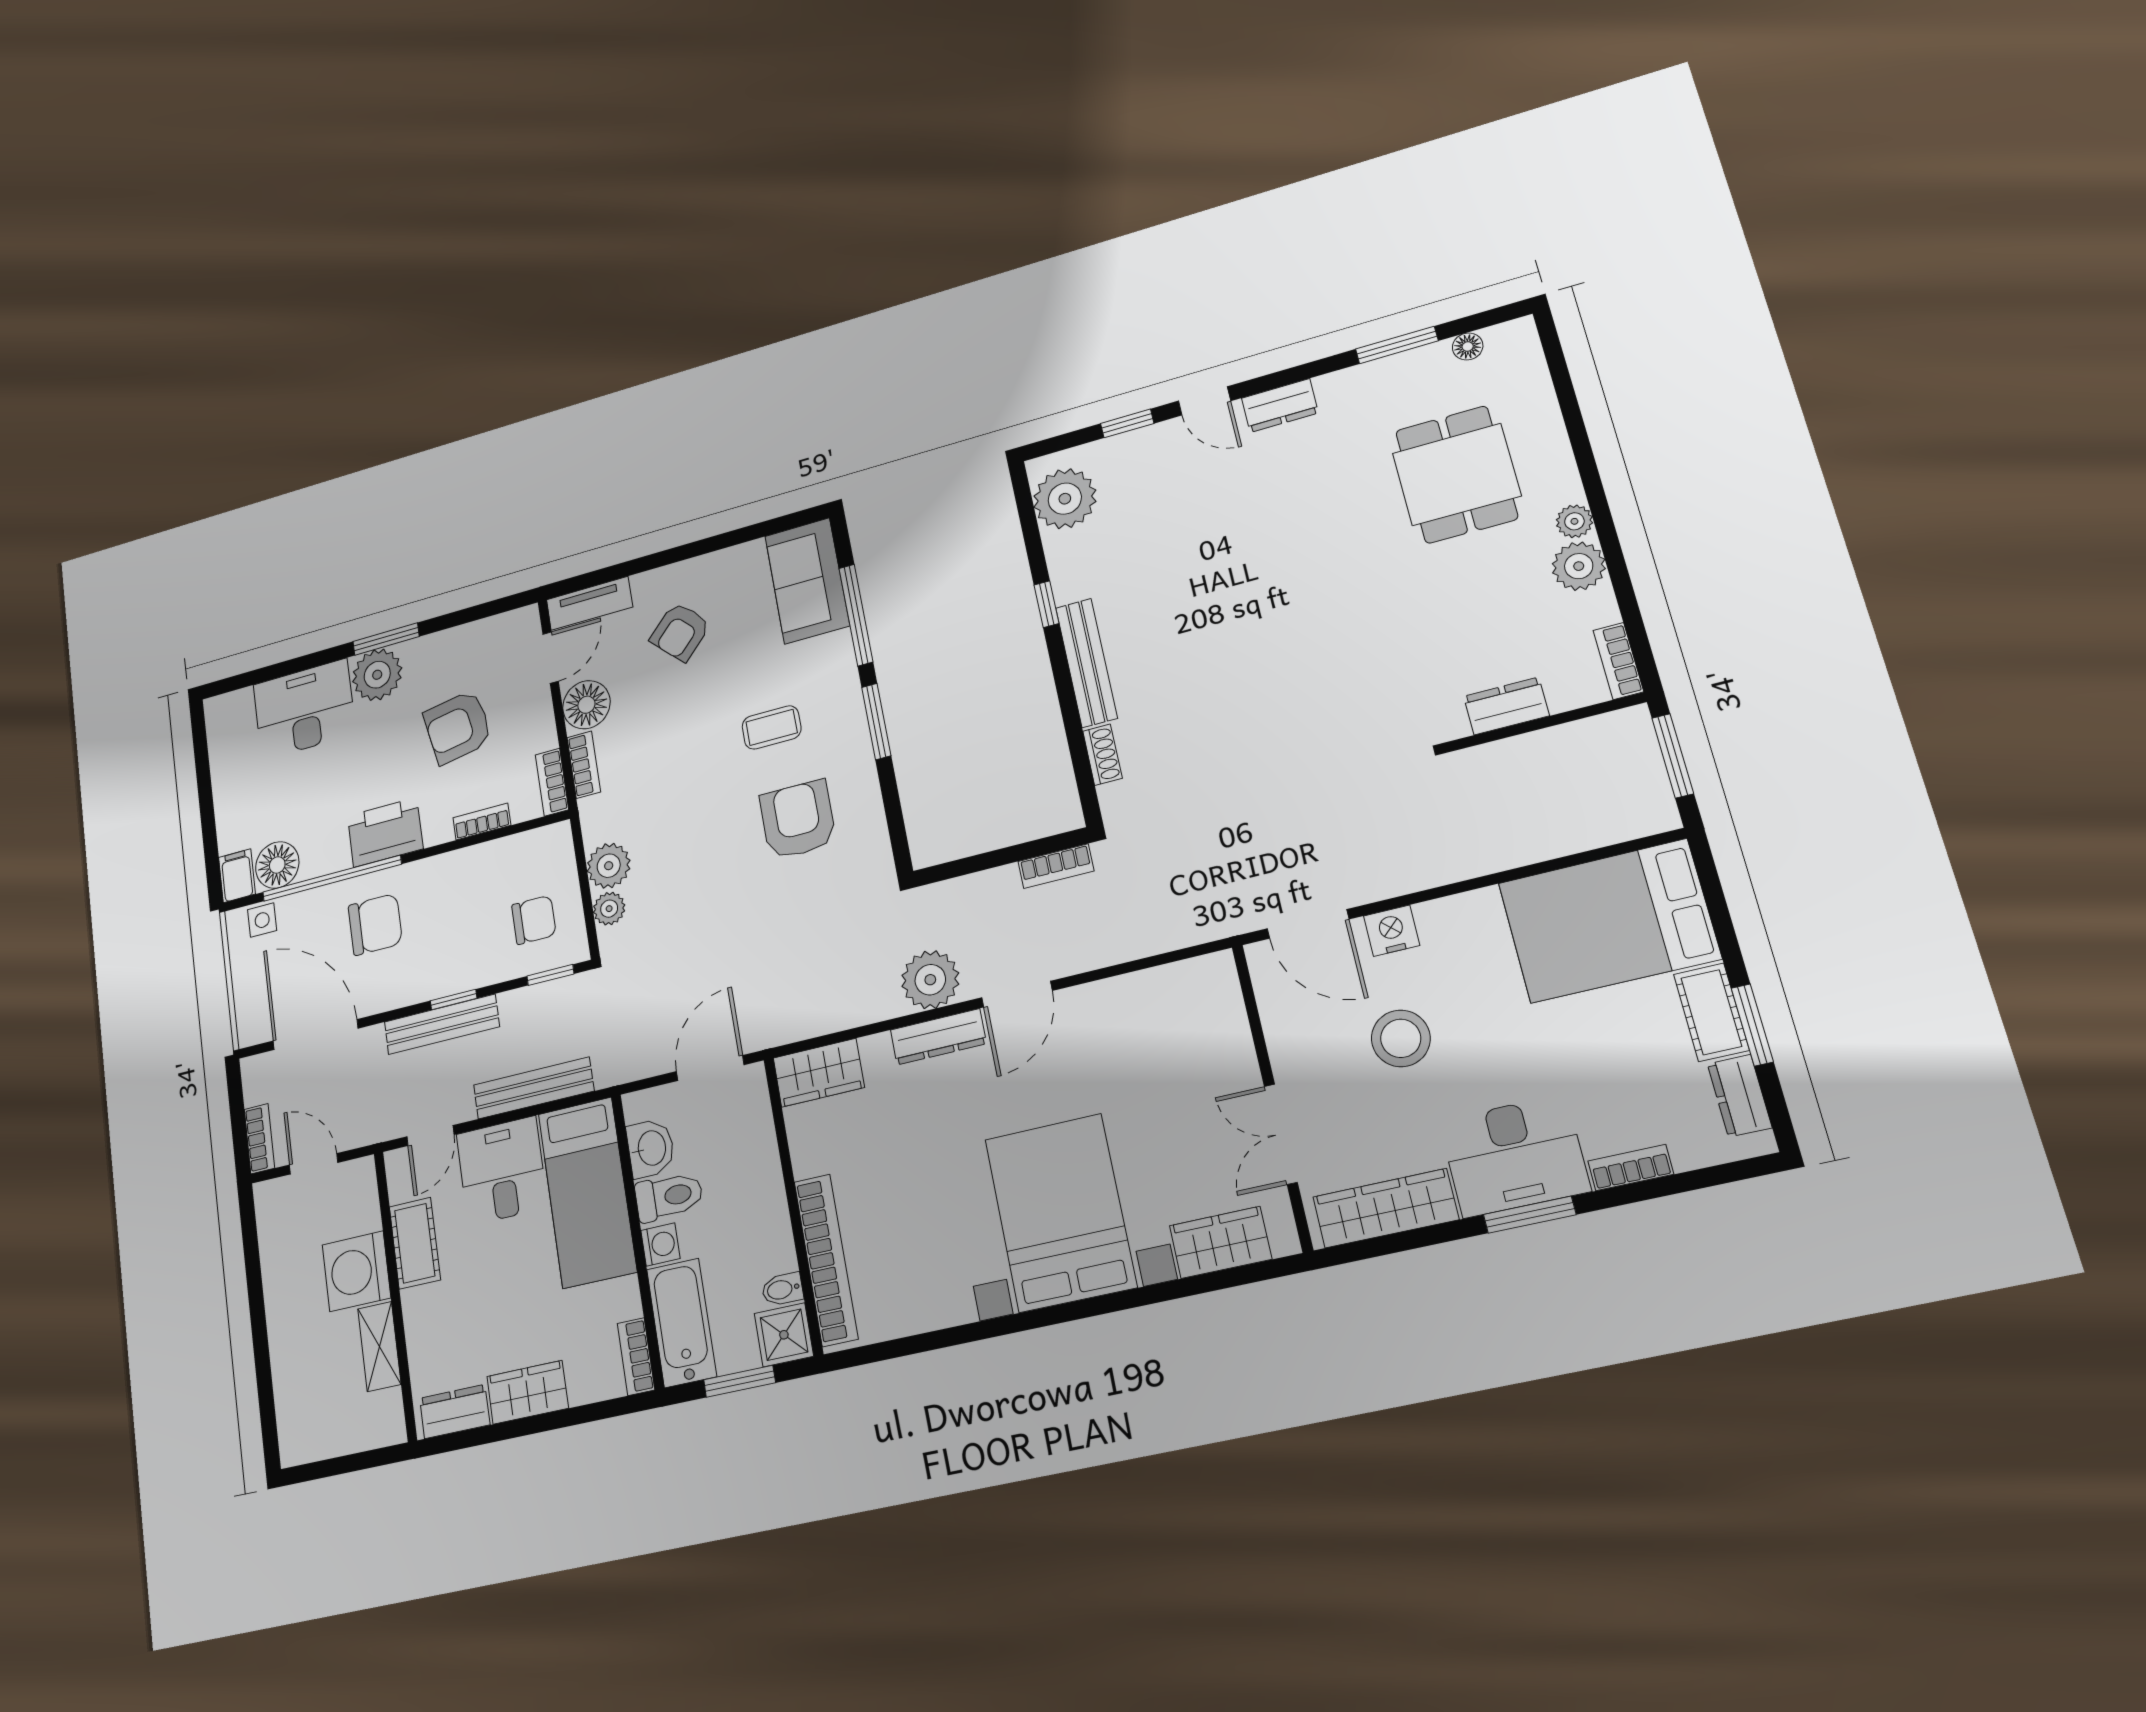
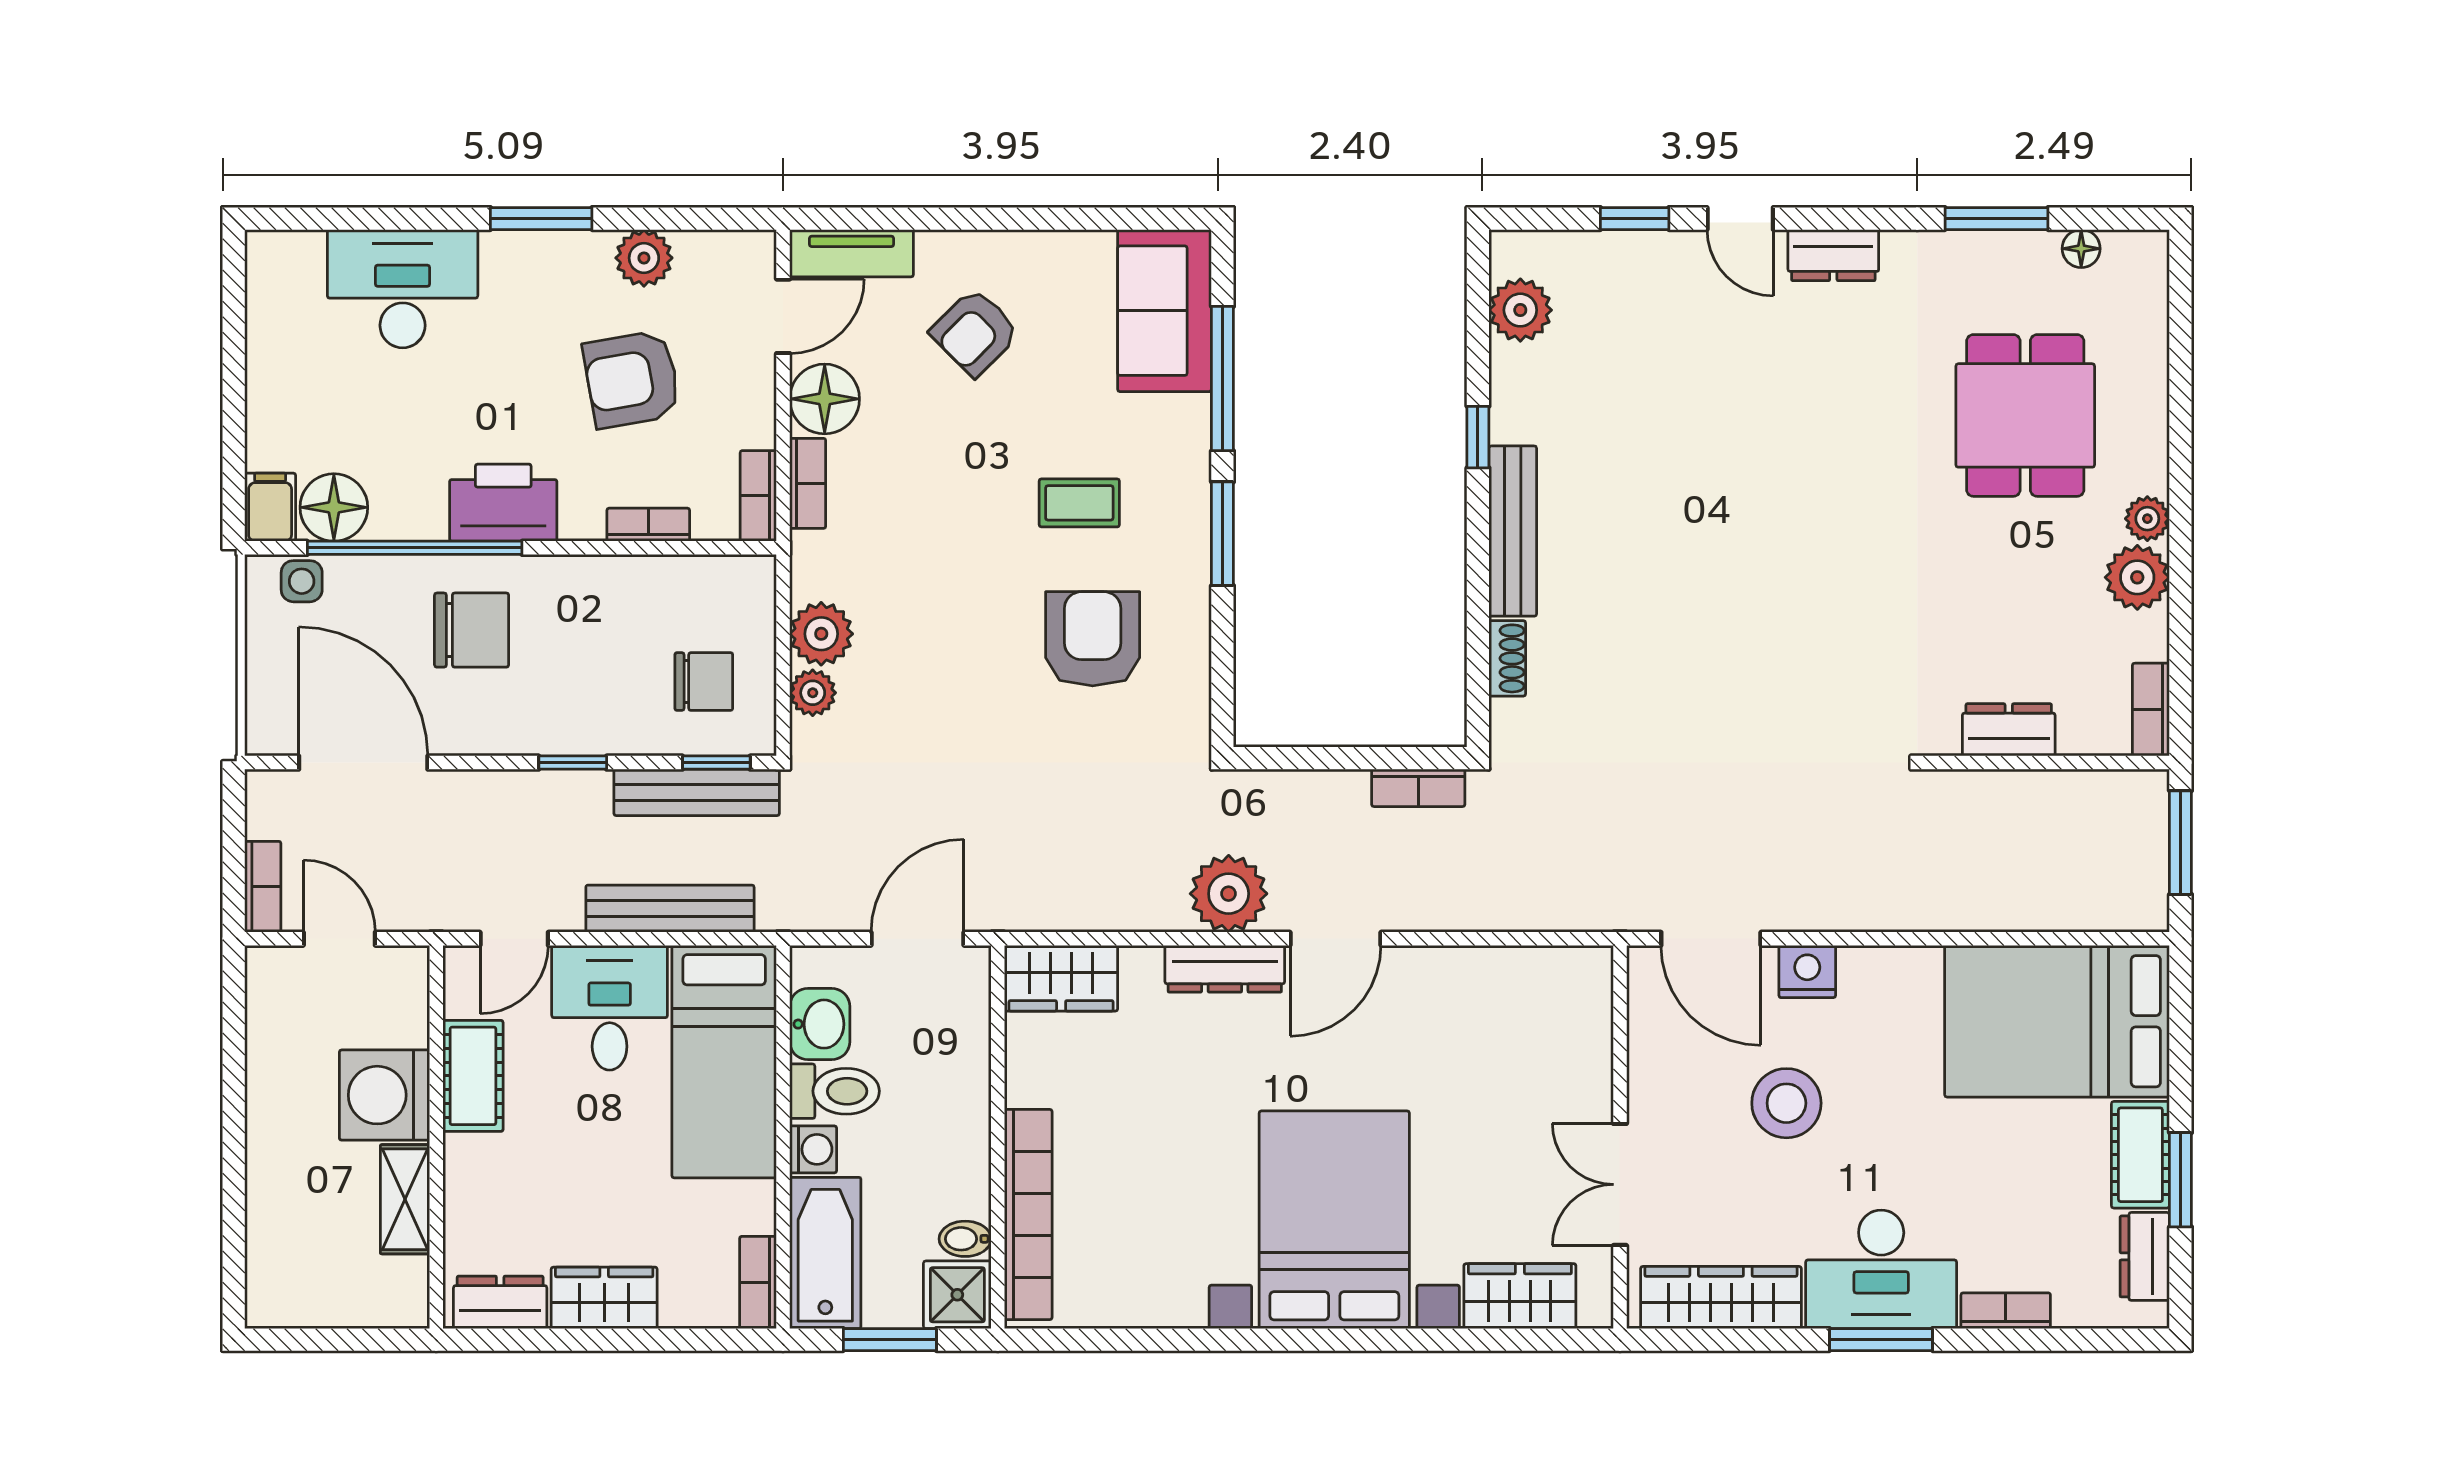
plant: (1065, 499) -> (1520, 310), width x0.73, depth x0.73
plant: (377, 675) -> (644, 258), moved, width x0.73, depth x0.73
bench: (442, 1024) -> (697, 792), moved

